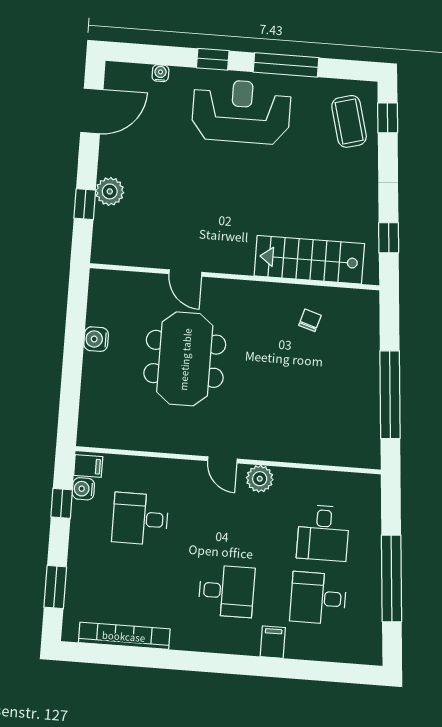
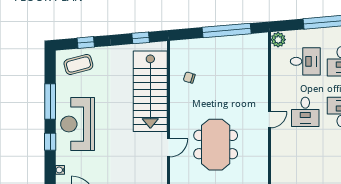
window: (388, 118) -> (86, 43), moved
stairs: (309, 260) -> (150, 91), width x1.36, depth x1.51
meeting table: (185, 359) -> (216, 145), turned 90
plant: (260, 479) -> (278, 40), moved
desk: (140, 519) -> (305, 112), moved

